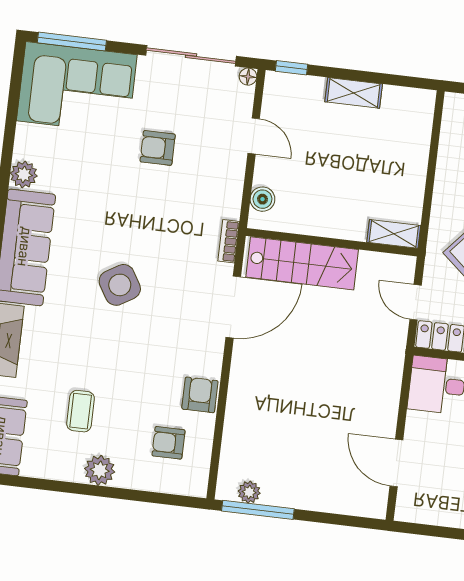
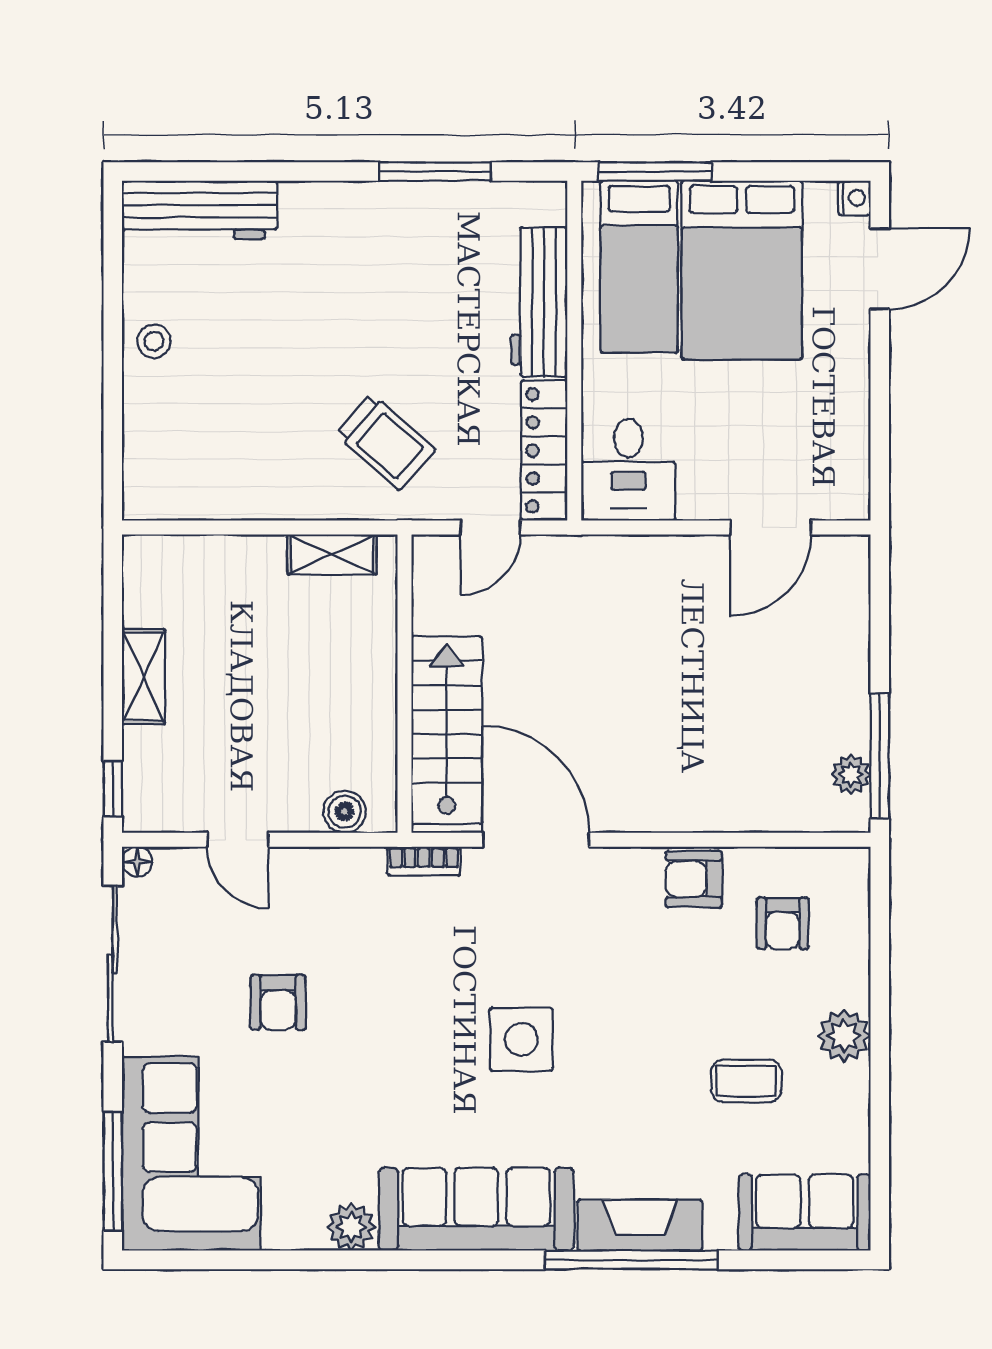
door: (254, 136) -> (238, 840), swing flipped
shelving: (394, 234) -> (332, 554), moved, turned 90
side table: (120, 285) -> (521, 1039), turned 31

